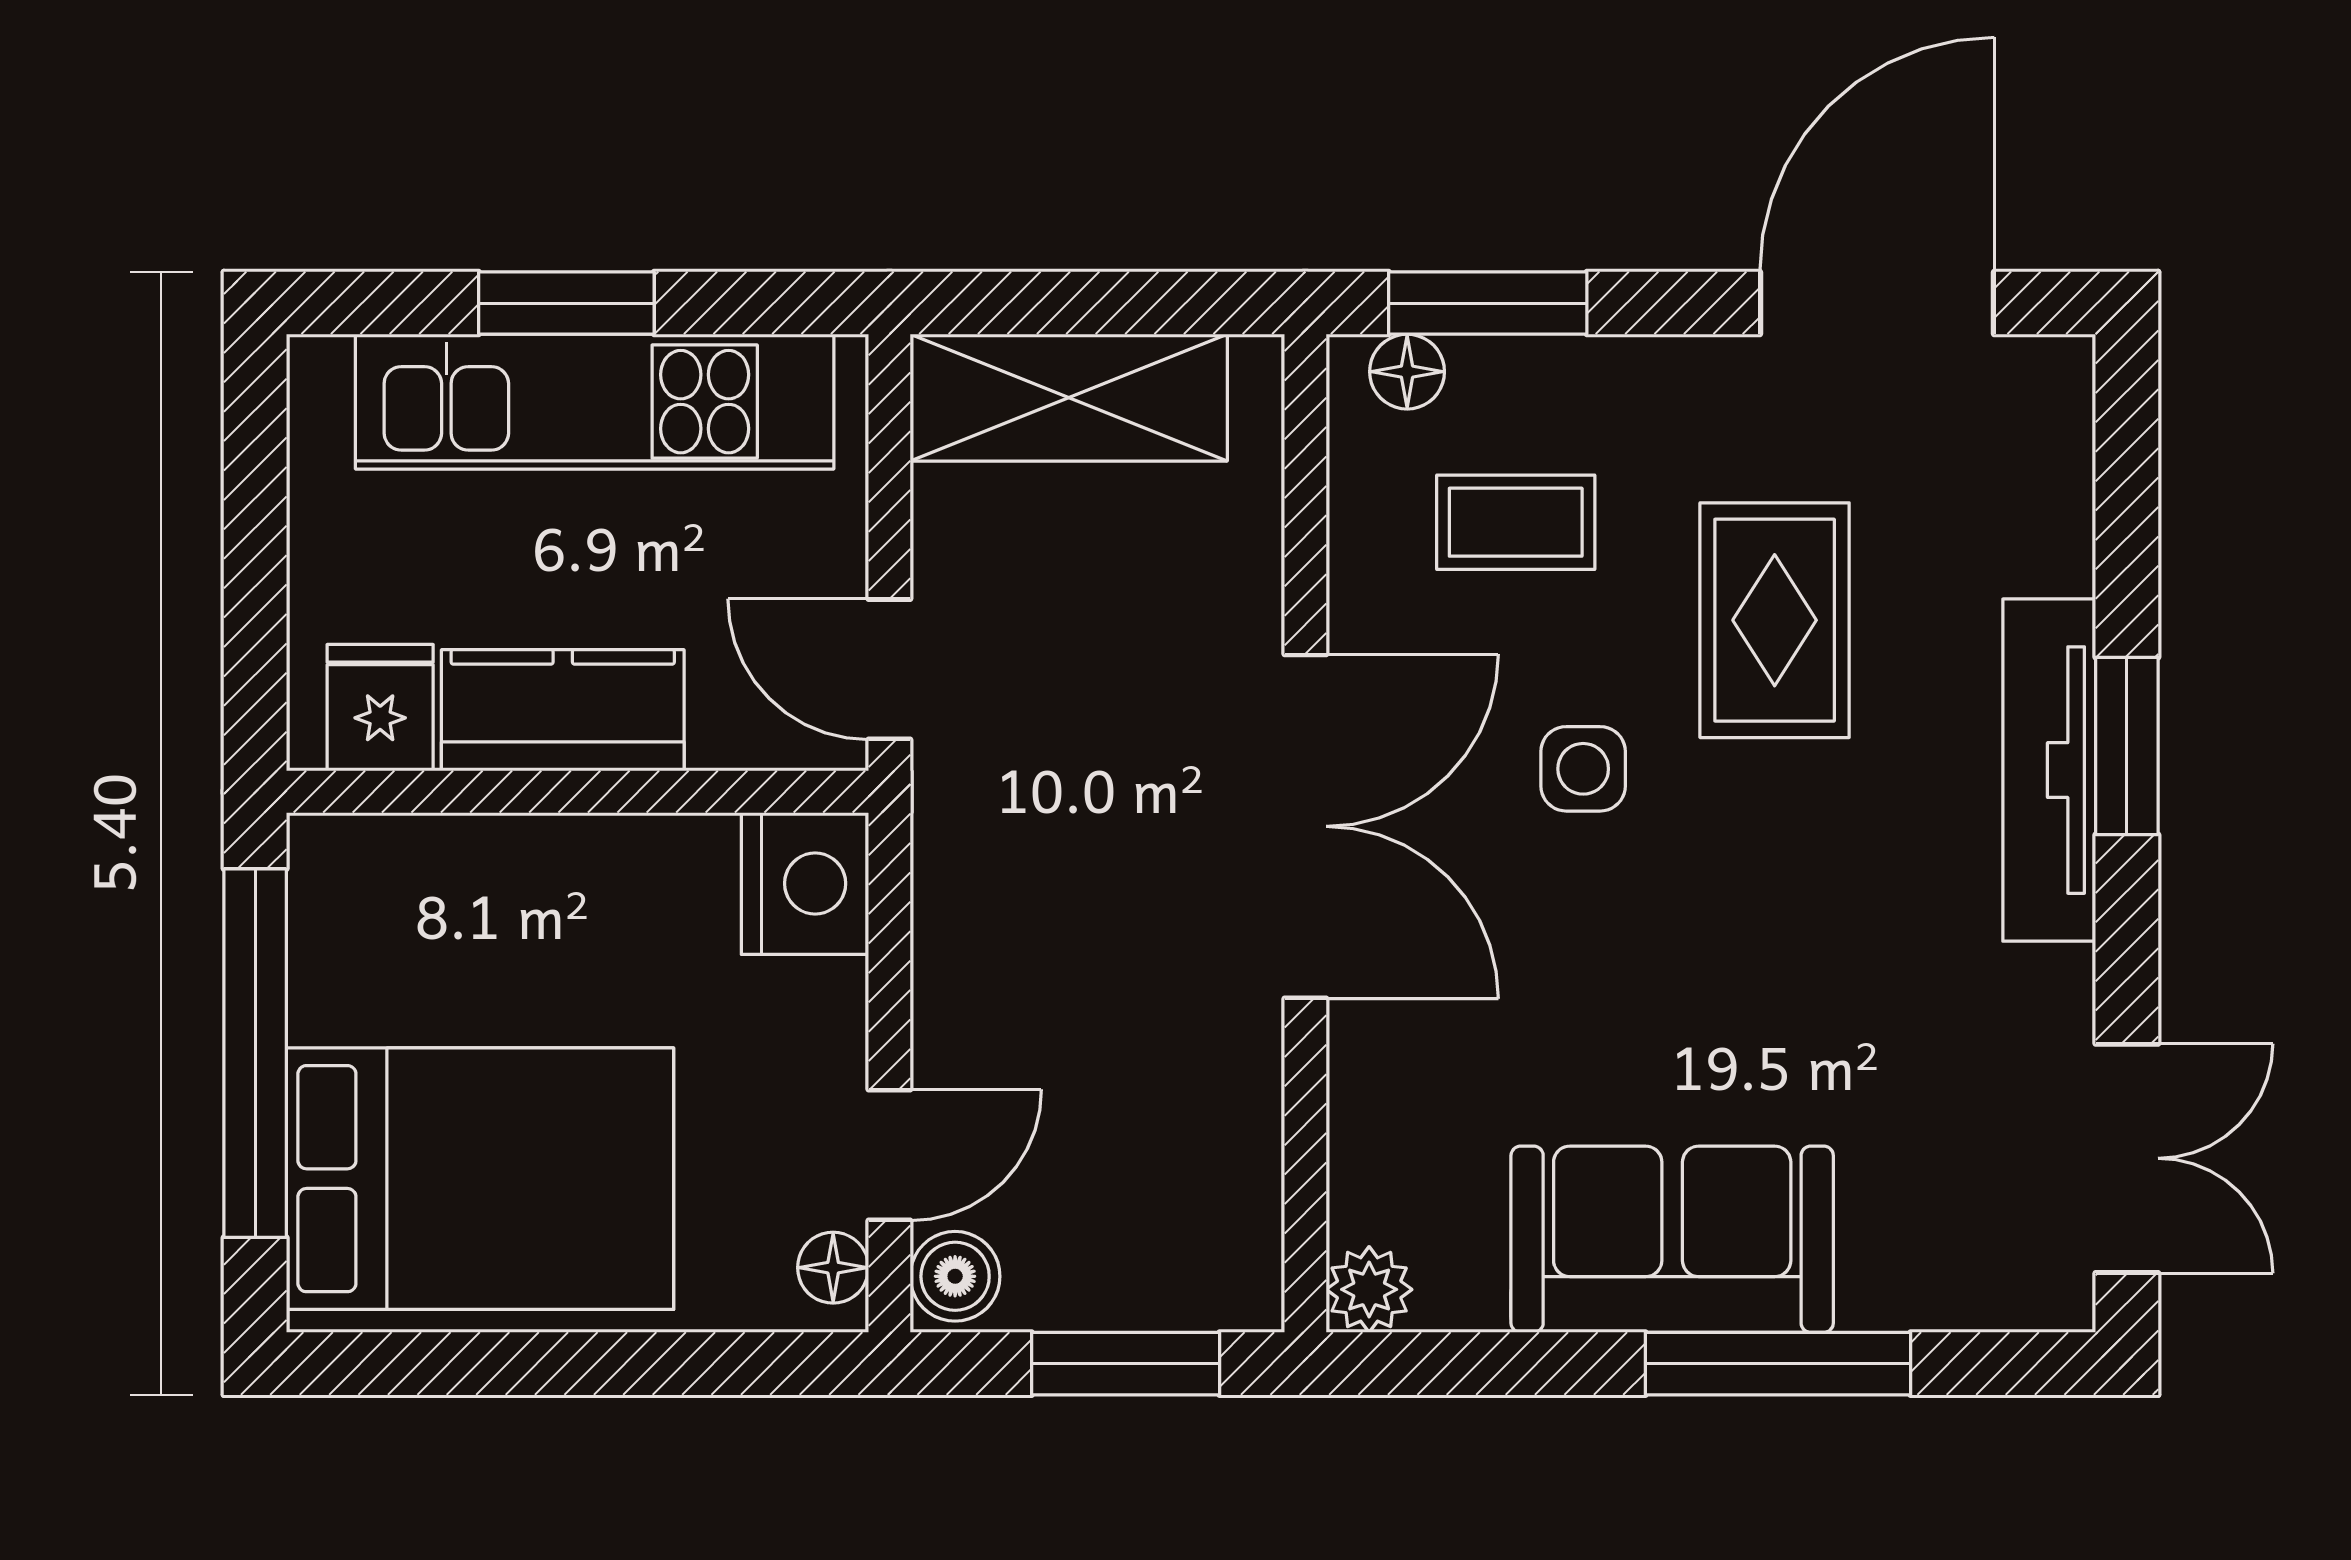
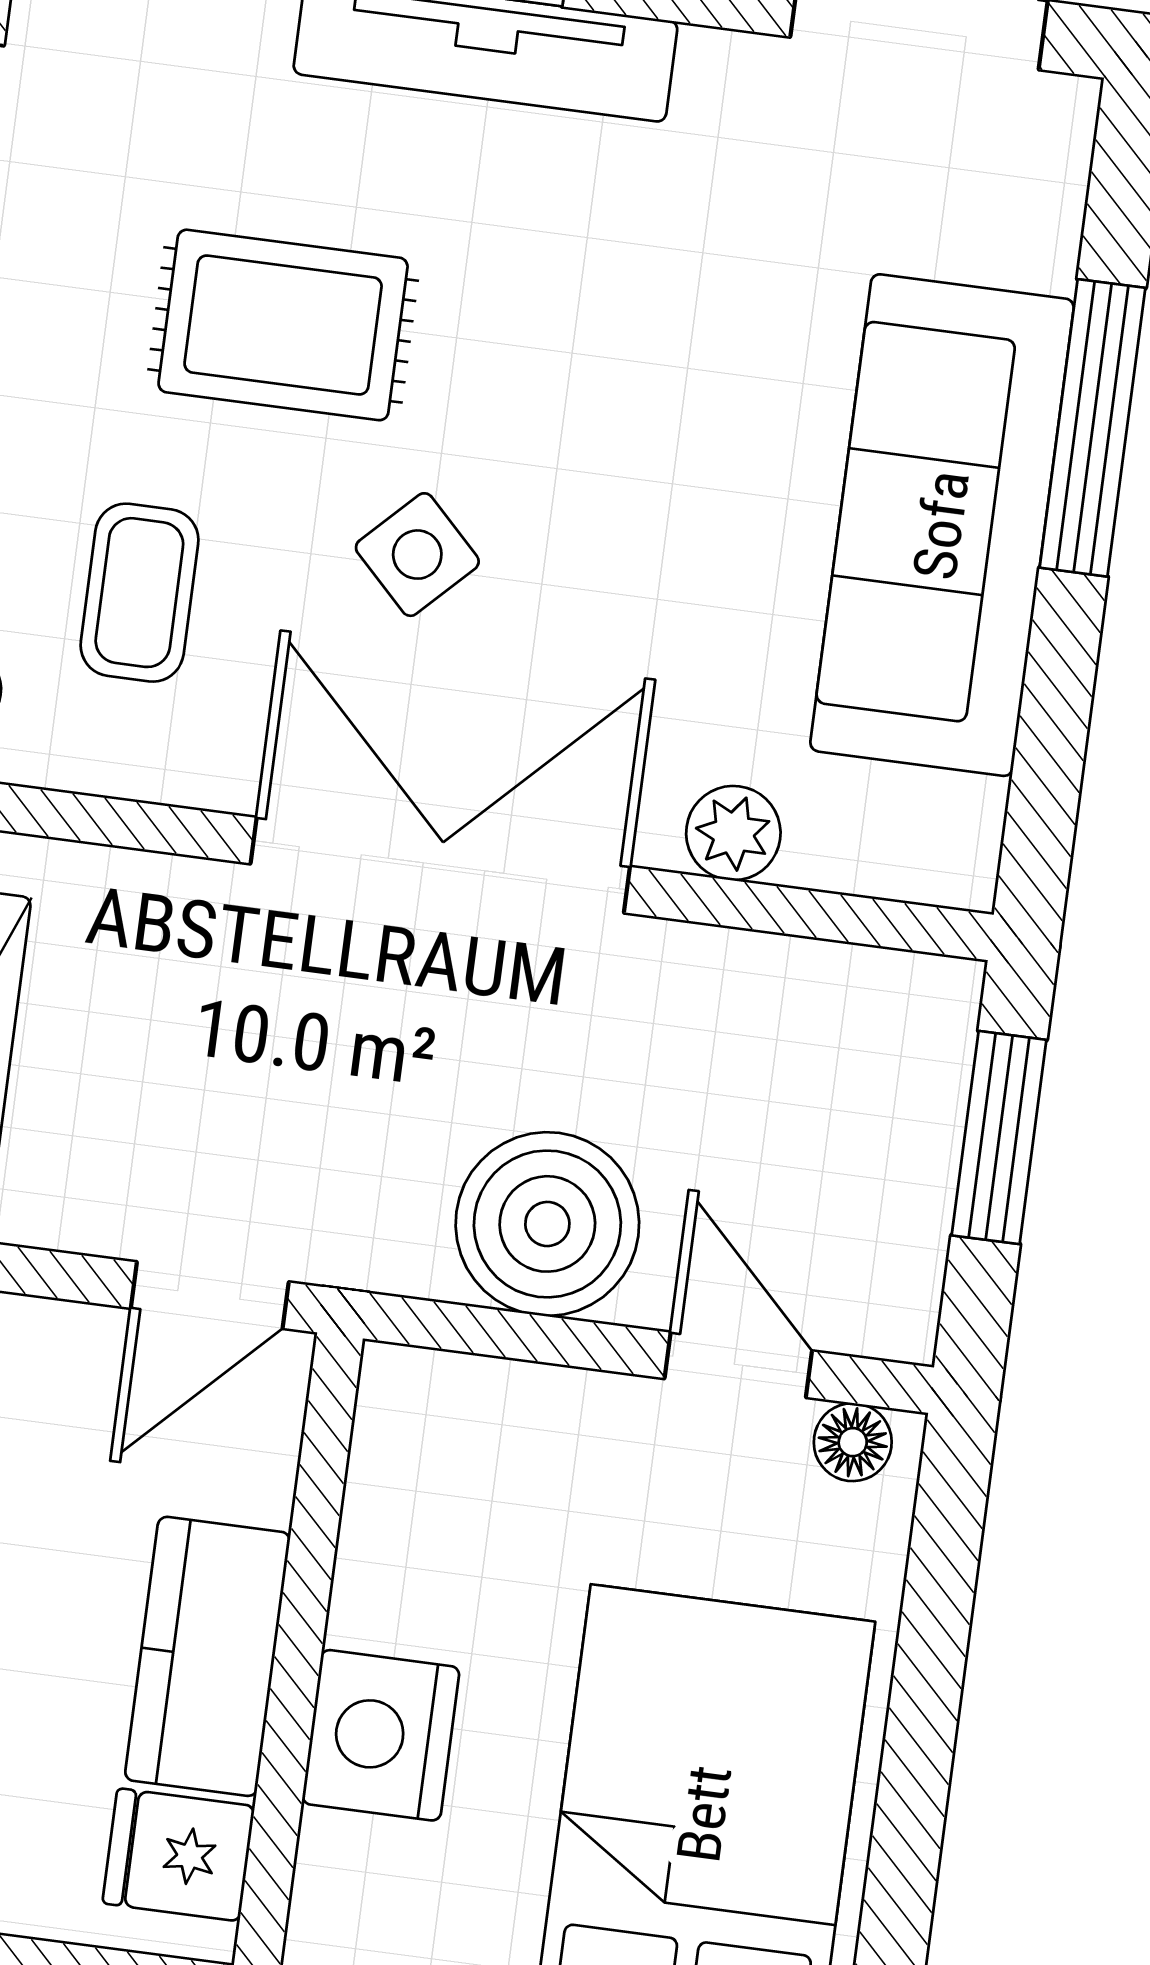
side table: (1583, 769) -> (417, 555), turned 45
nightstand: (805, 883) -> (381, 1735), moved, turned -90
sofa: (1672, 1239) -> (942, 525), width x1.36
boiler: (955, 1276) -> (547, 1224), moved, width x1.86, depth x1.86
plant: (1369, 1289) -> (733, 833), moved

